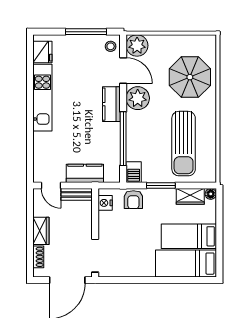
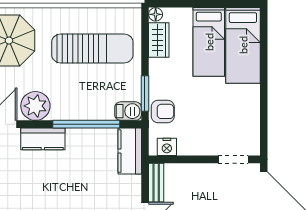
kitchen counter: (85, 173) -> (130, 151), moved
window: (161, 185) -> (145, 93), moved
doorway: (95, 256) -> (233, 159), width x0.73

